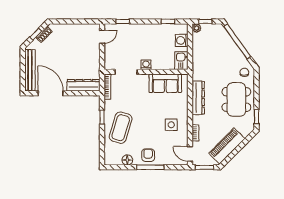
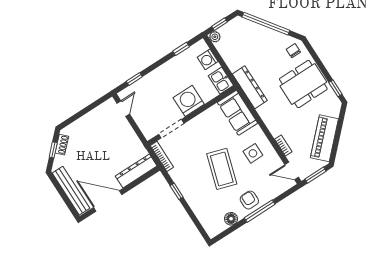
washing machine: (146, 65) -> (189, 101), width x1.89, depth x1.89
sofa: (165, 83) -> (237, 113), moved, turned 90
dresser: (198, 98) -> (250, 87), moved
dining table: (236, 100) -> (303, 84), turned 90
coffee table: (121, 128) -> (222, 169), moved

